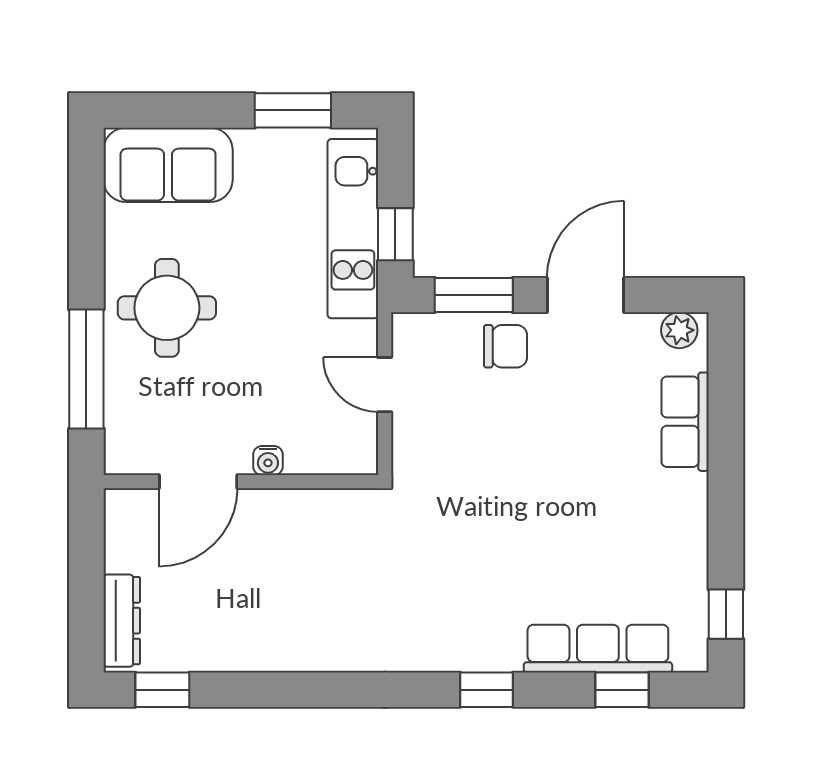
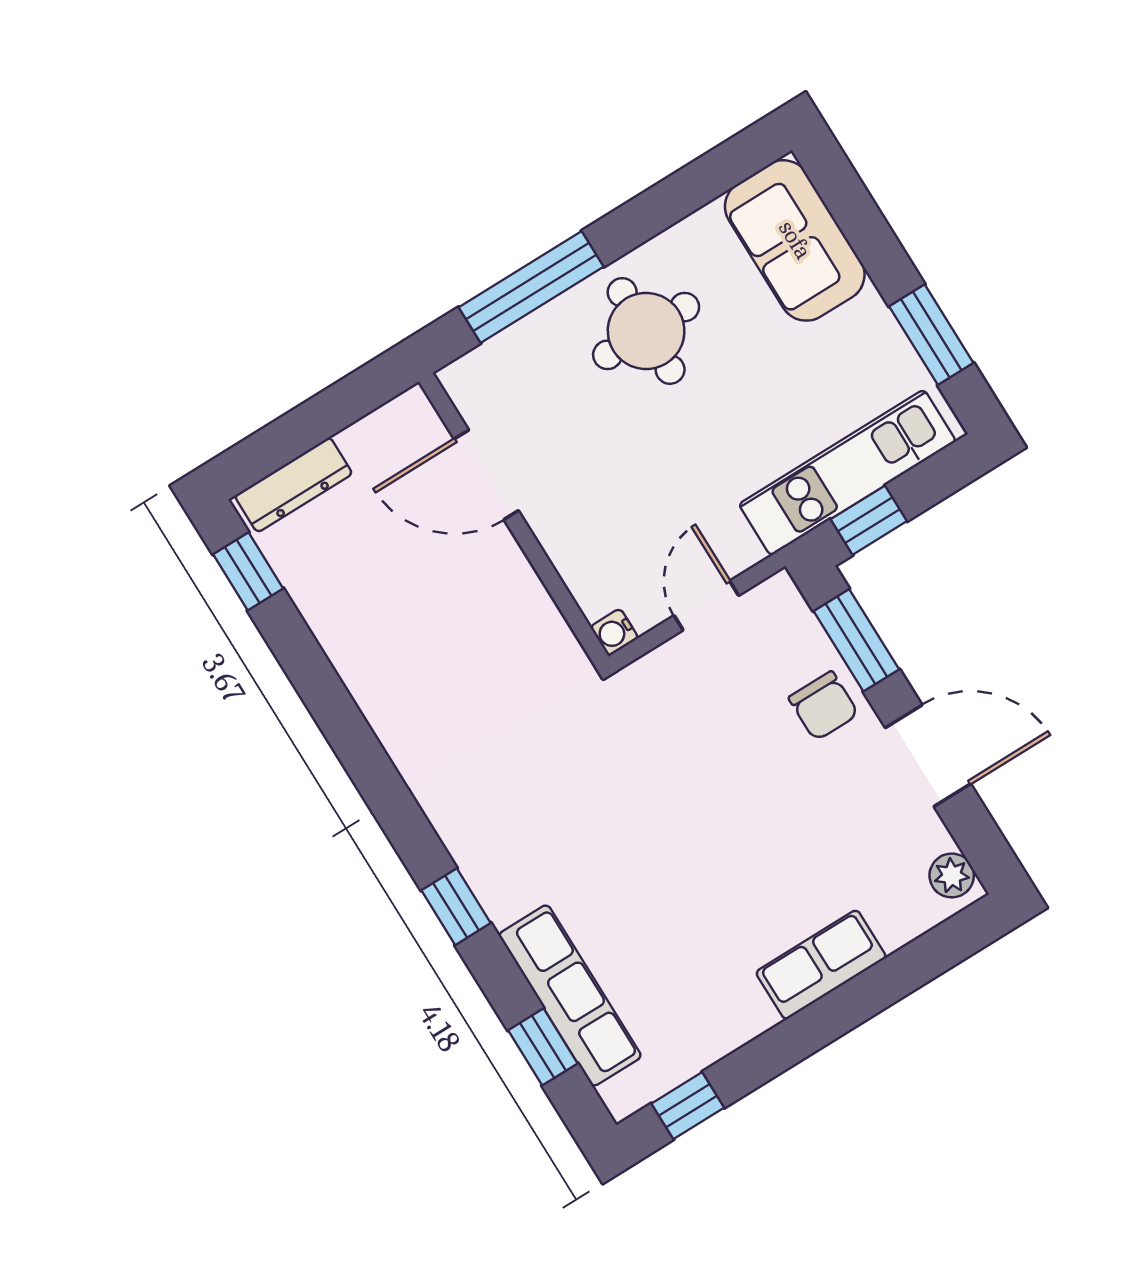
row of seats: (685, 422) -> (821, 965), moved
water cooler: (268, 461) -> (614, 632), moved

